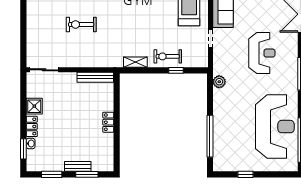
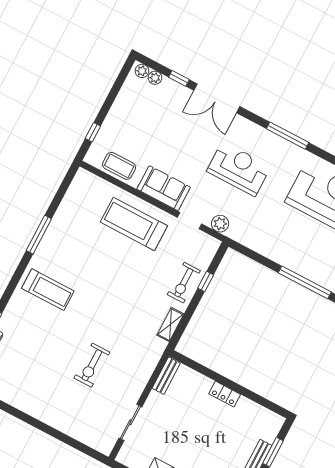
sliding door: (44, 70) -> (130, 422), moved
bench: (95, 77) -> (166, 376), width x0.73
plant: (219, 82) -> (220, 224), moved

